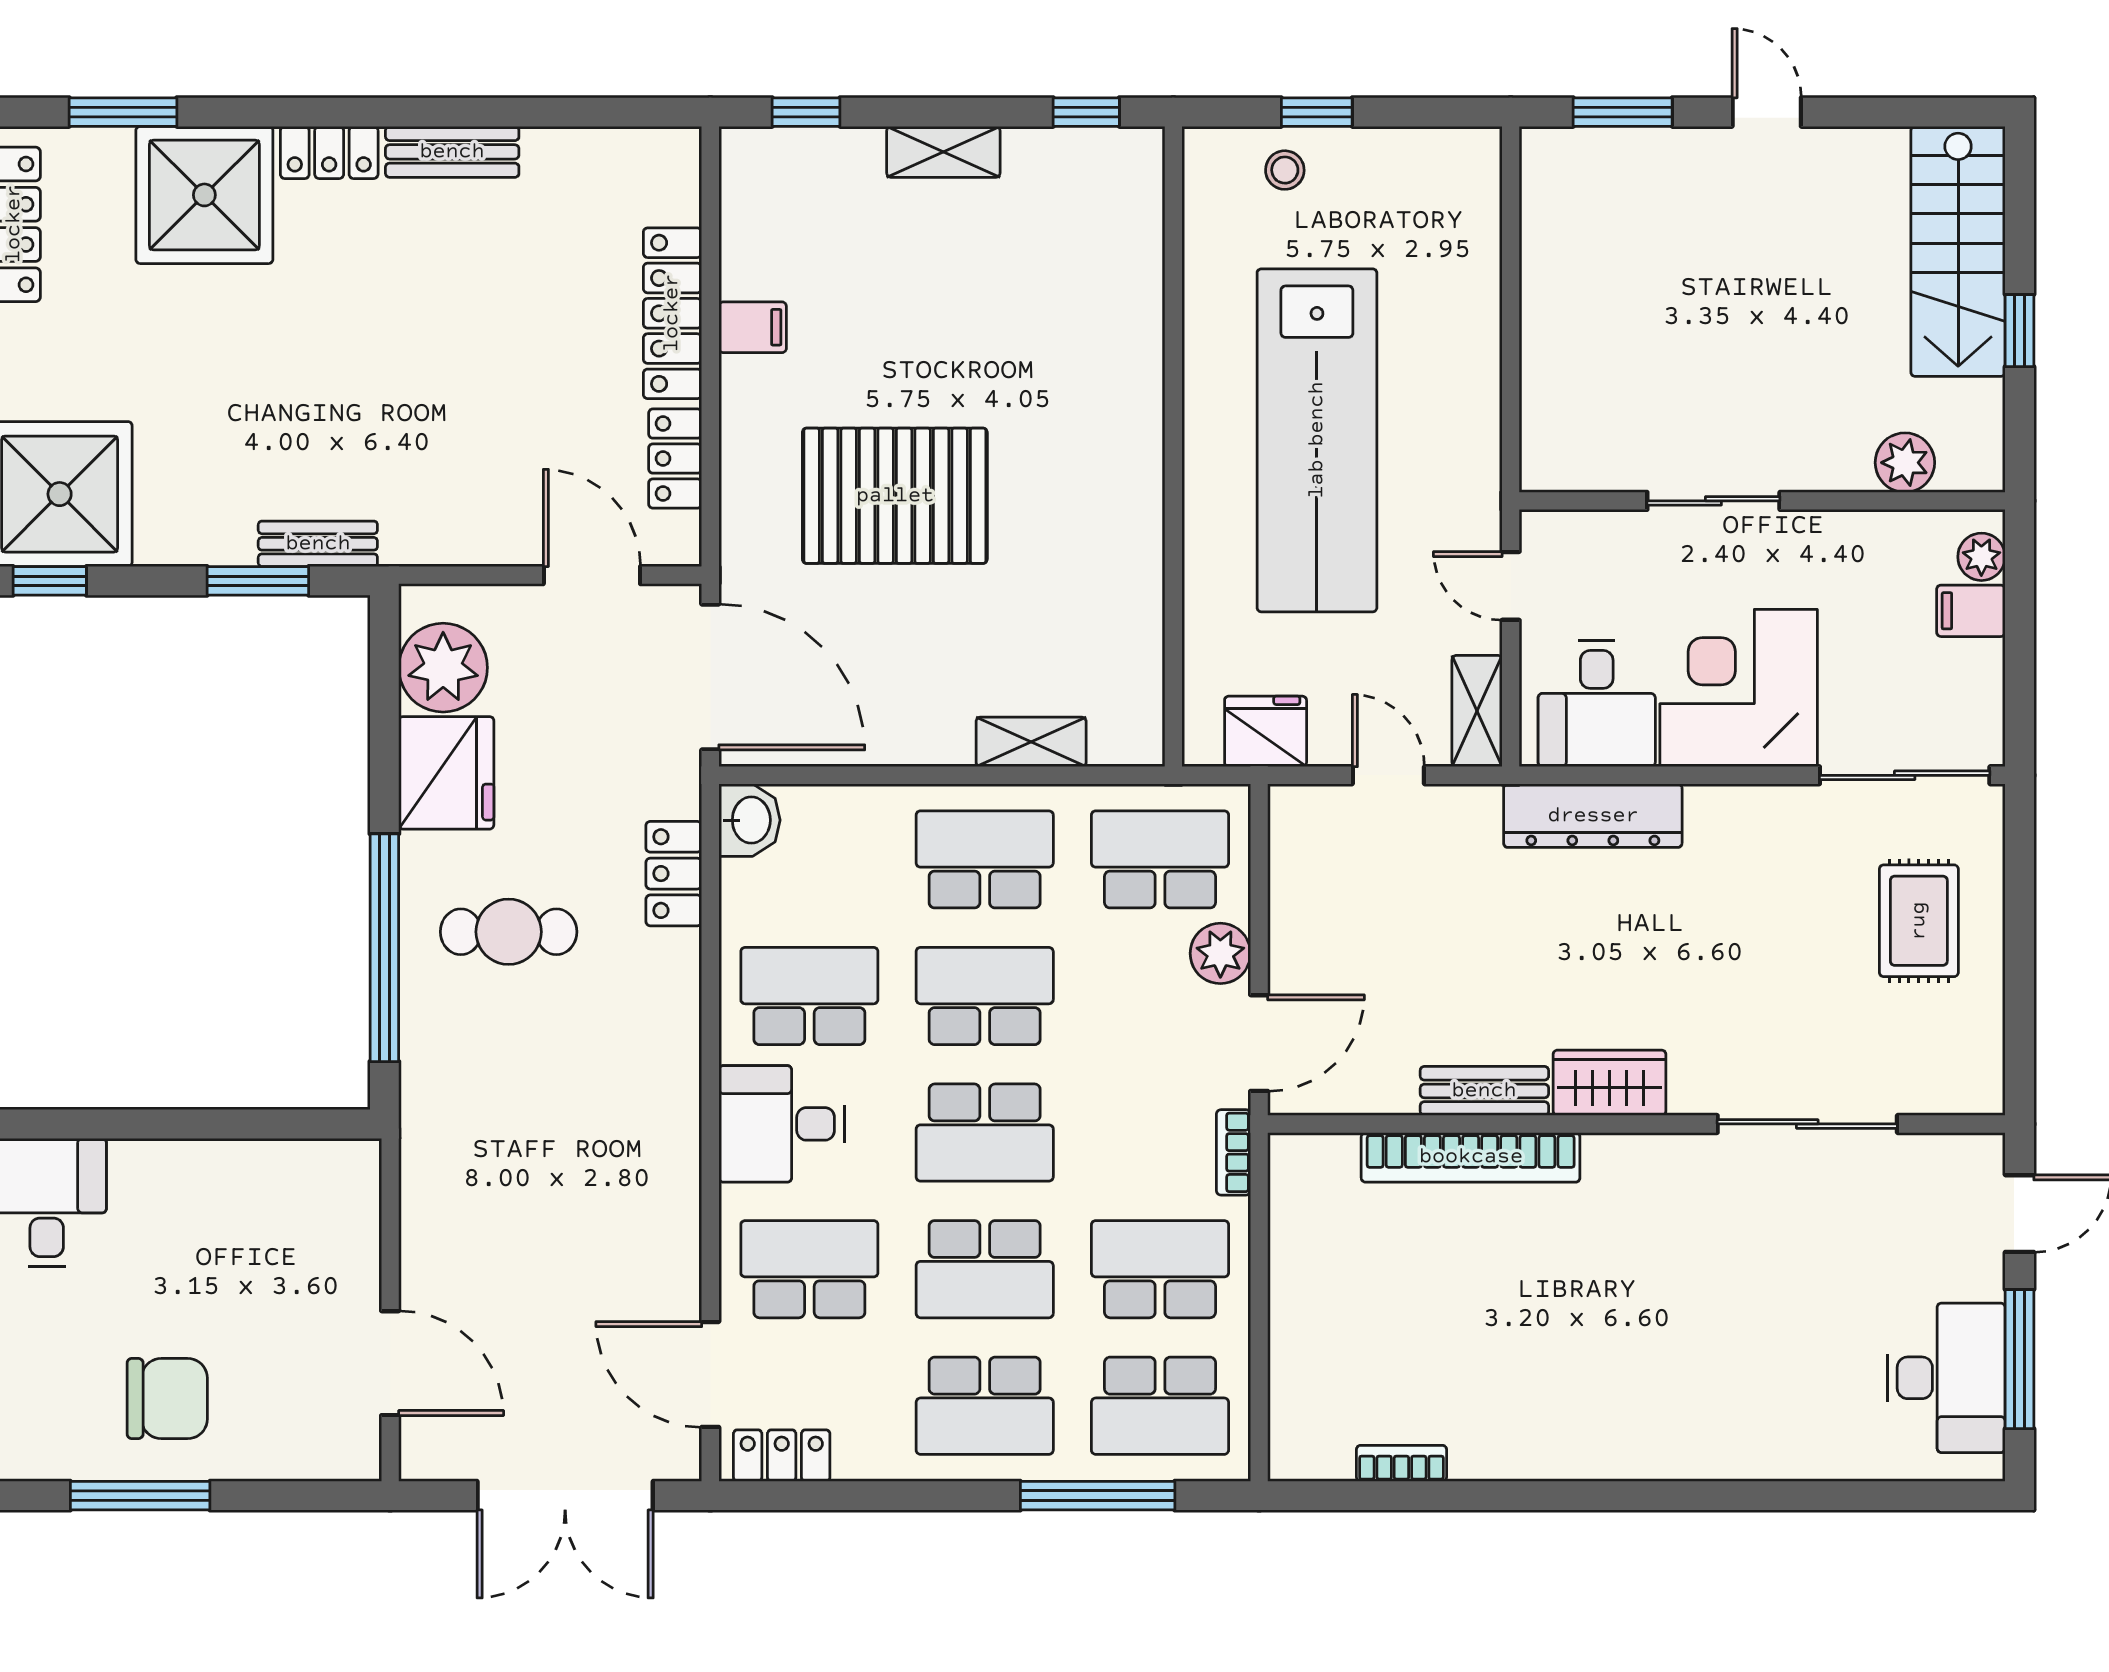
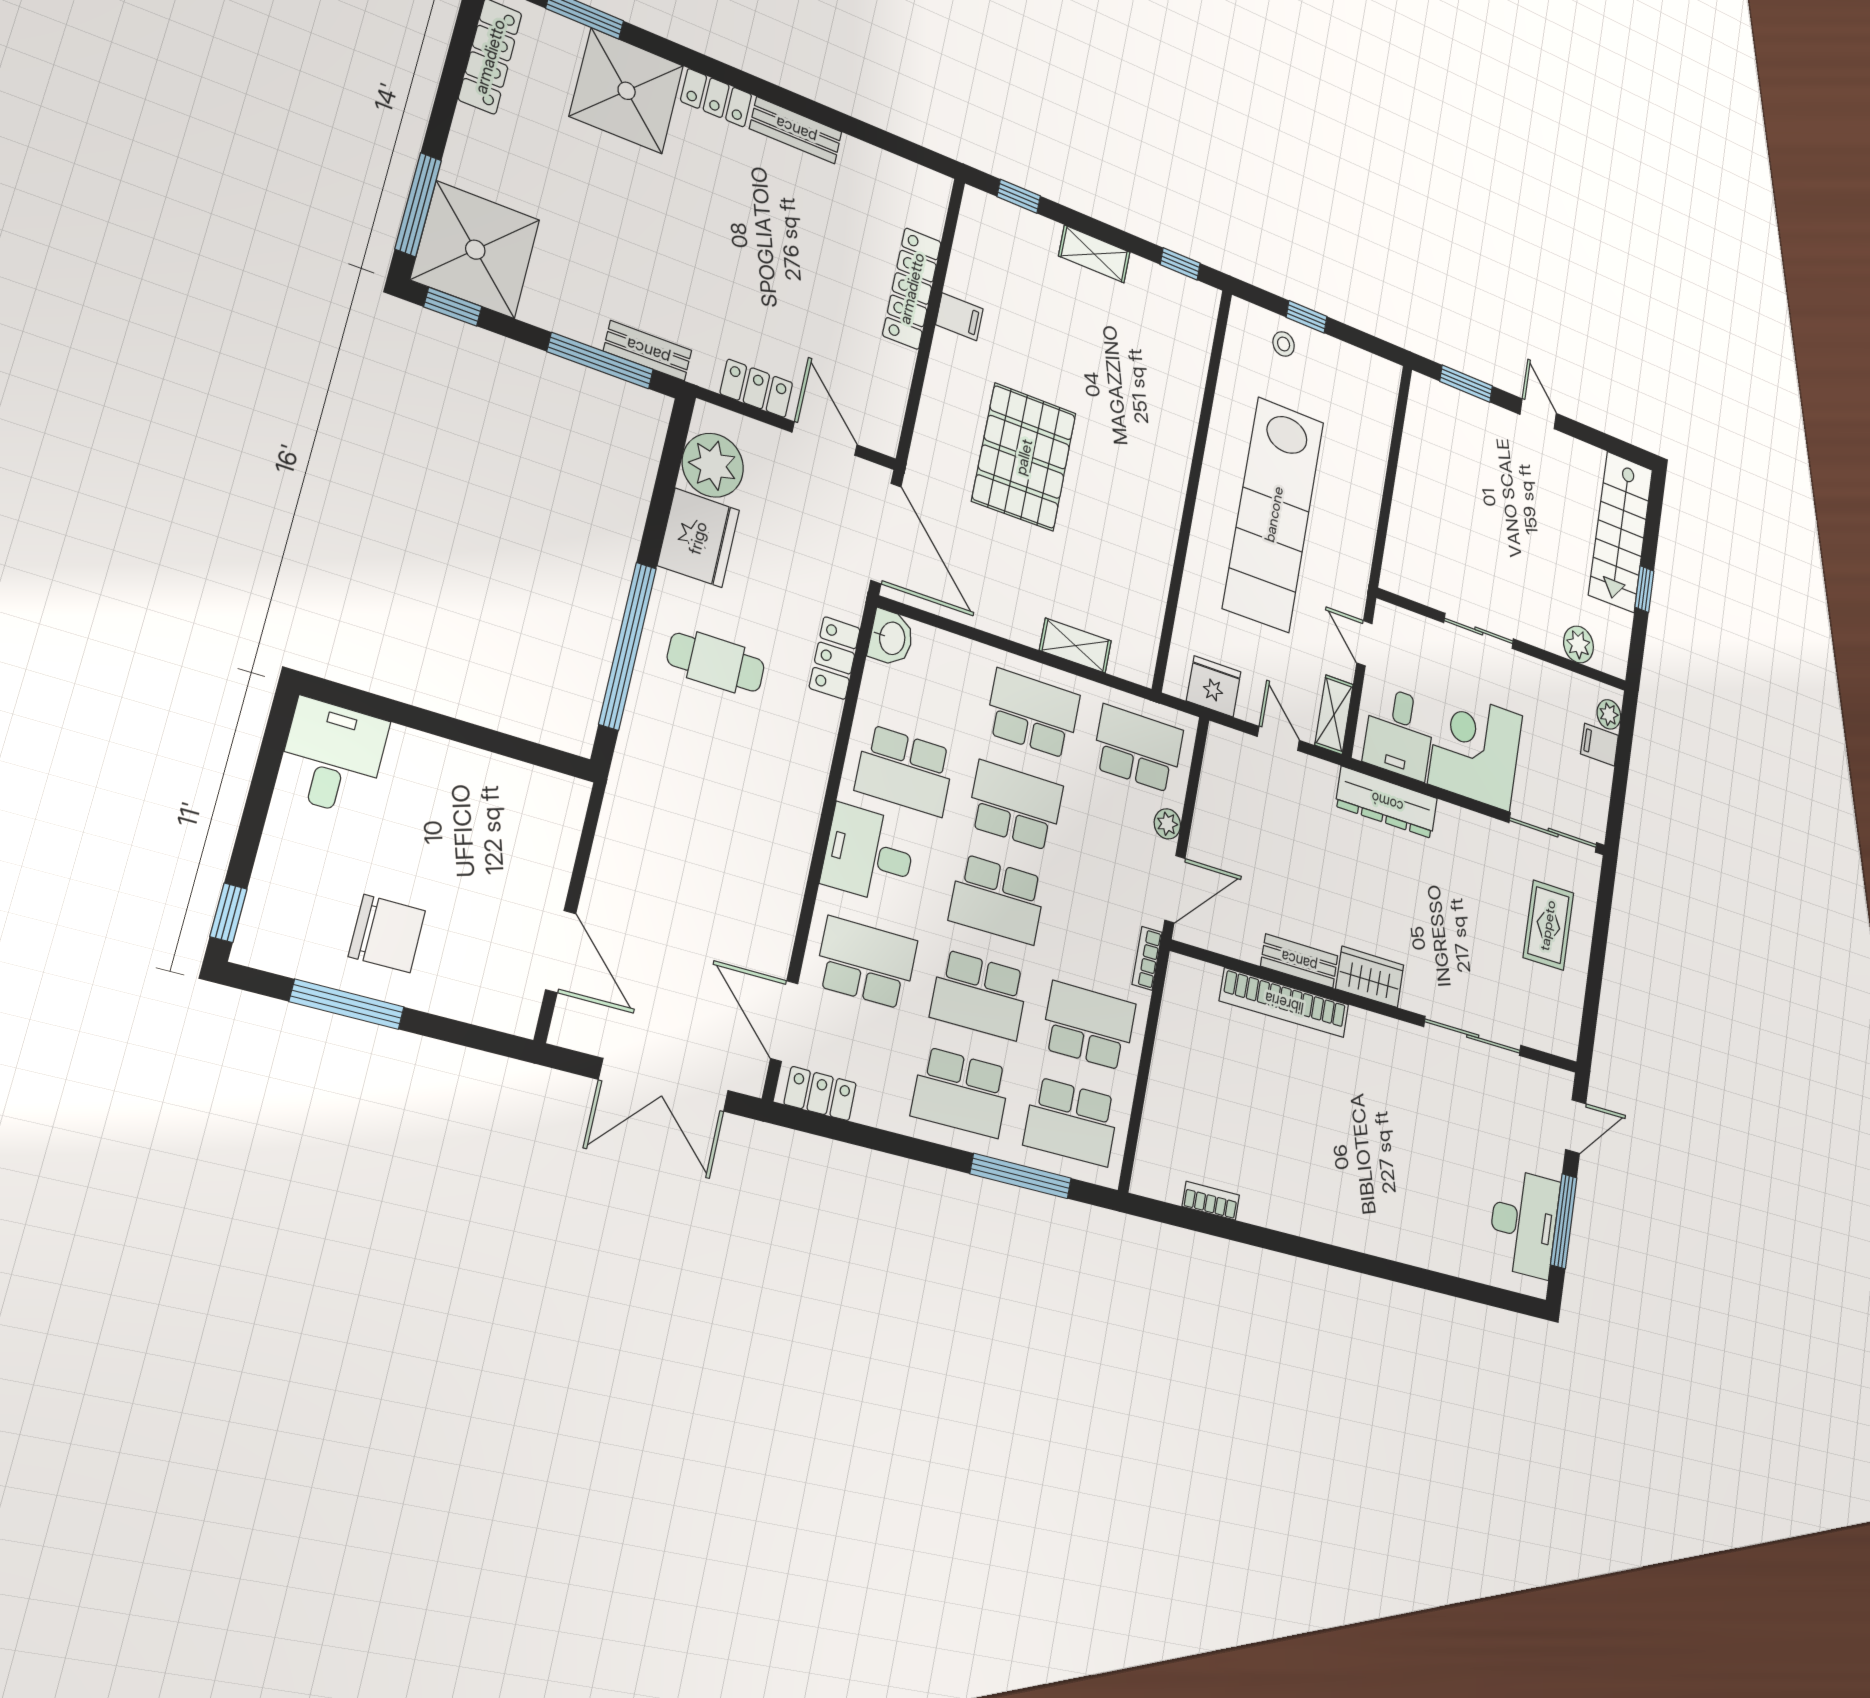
locker: (675, 459) -> (756, 388), moved, turned 90
pallet: (895, 496) -> (1024, 457), turned 90
window: (258, 581) -> (600, 361), width x1.44
plant: (1220, 953) -> (1167, 824), width x0.73, depth x0.73
school desk: (809, 996) -> (905, 771), turned 180

